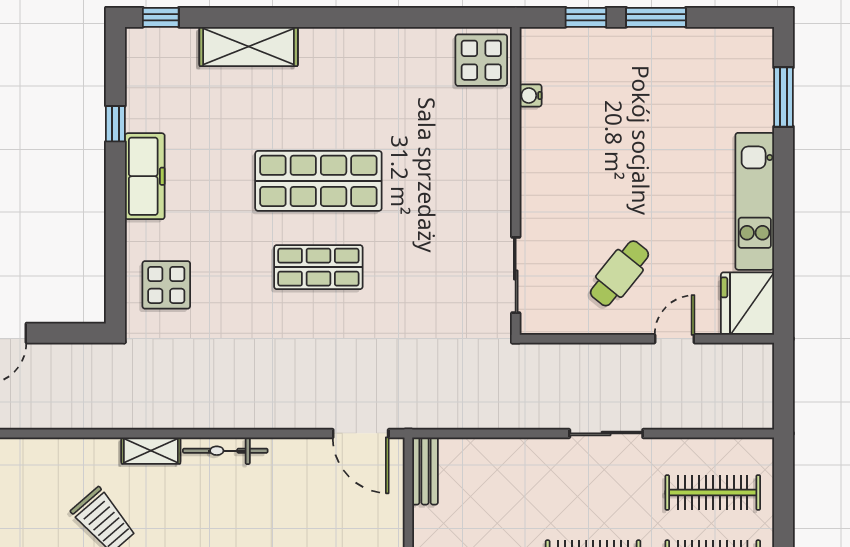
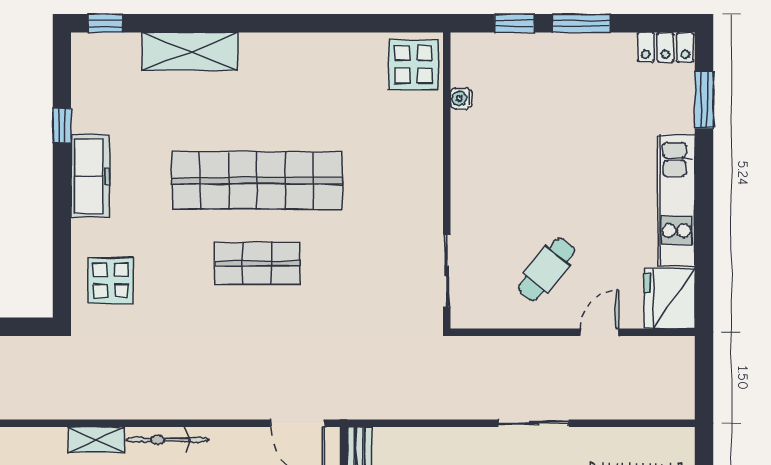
locker: (743, 42) -> (665, 47), added
shop shelf: (318, 181) -> (257, 180), width x1.40

